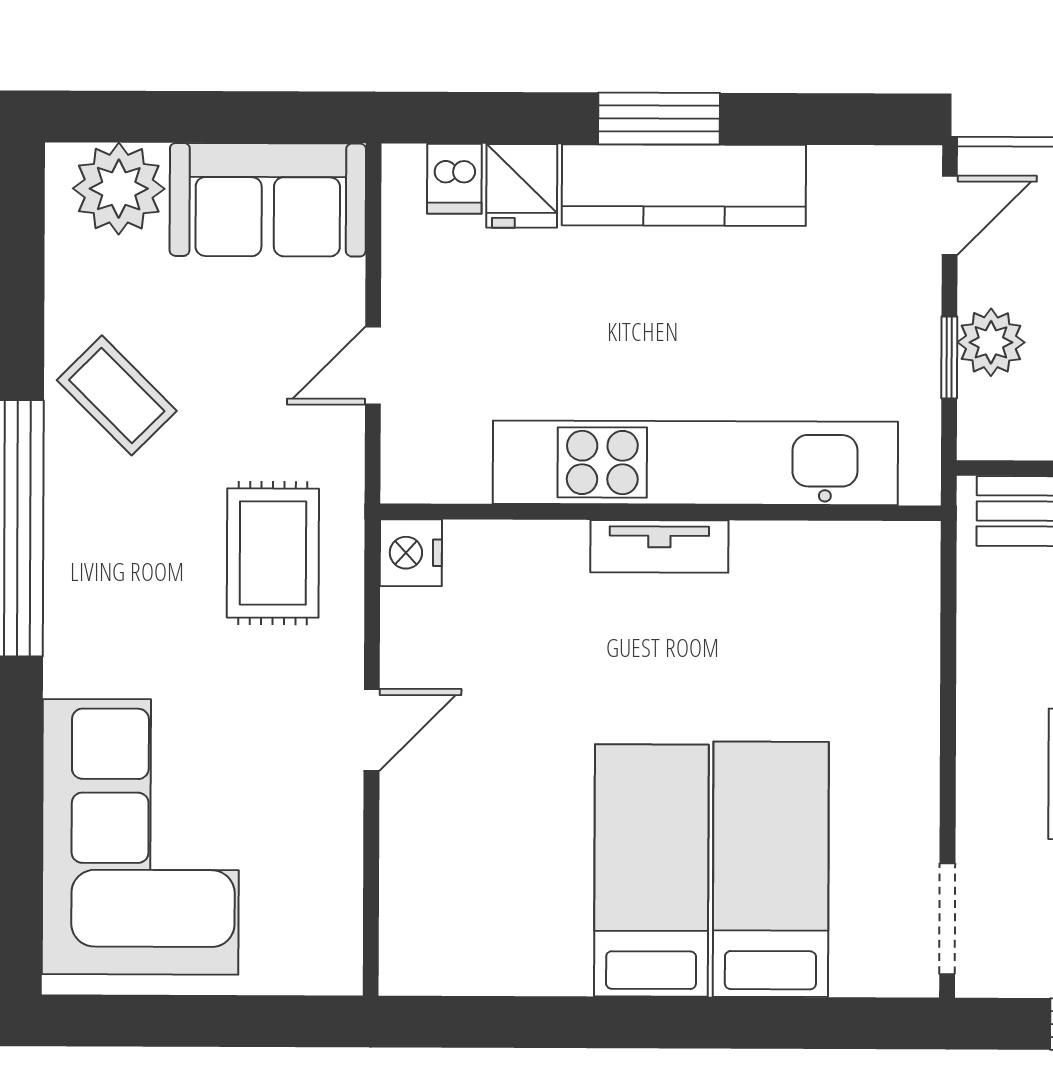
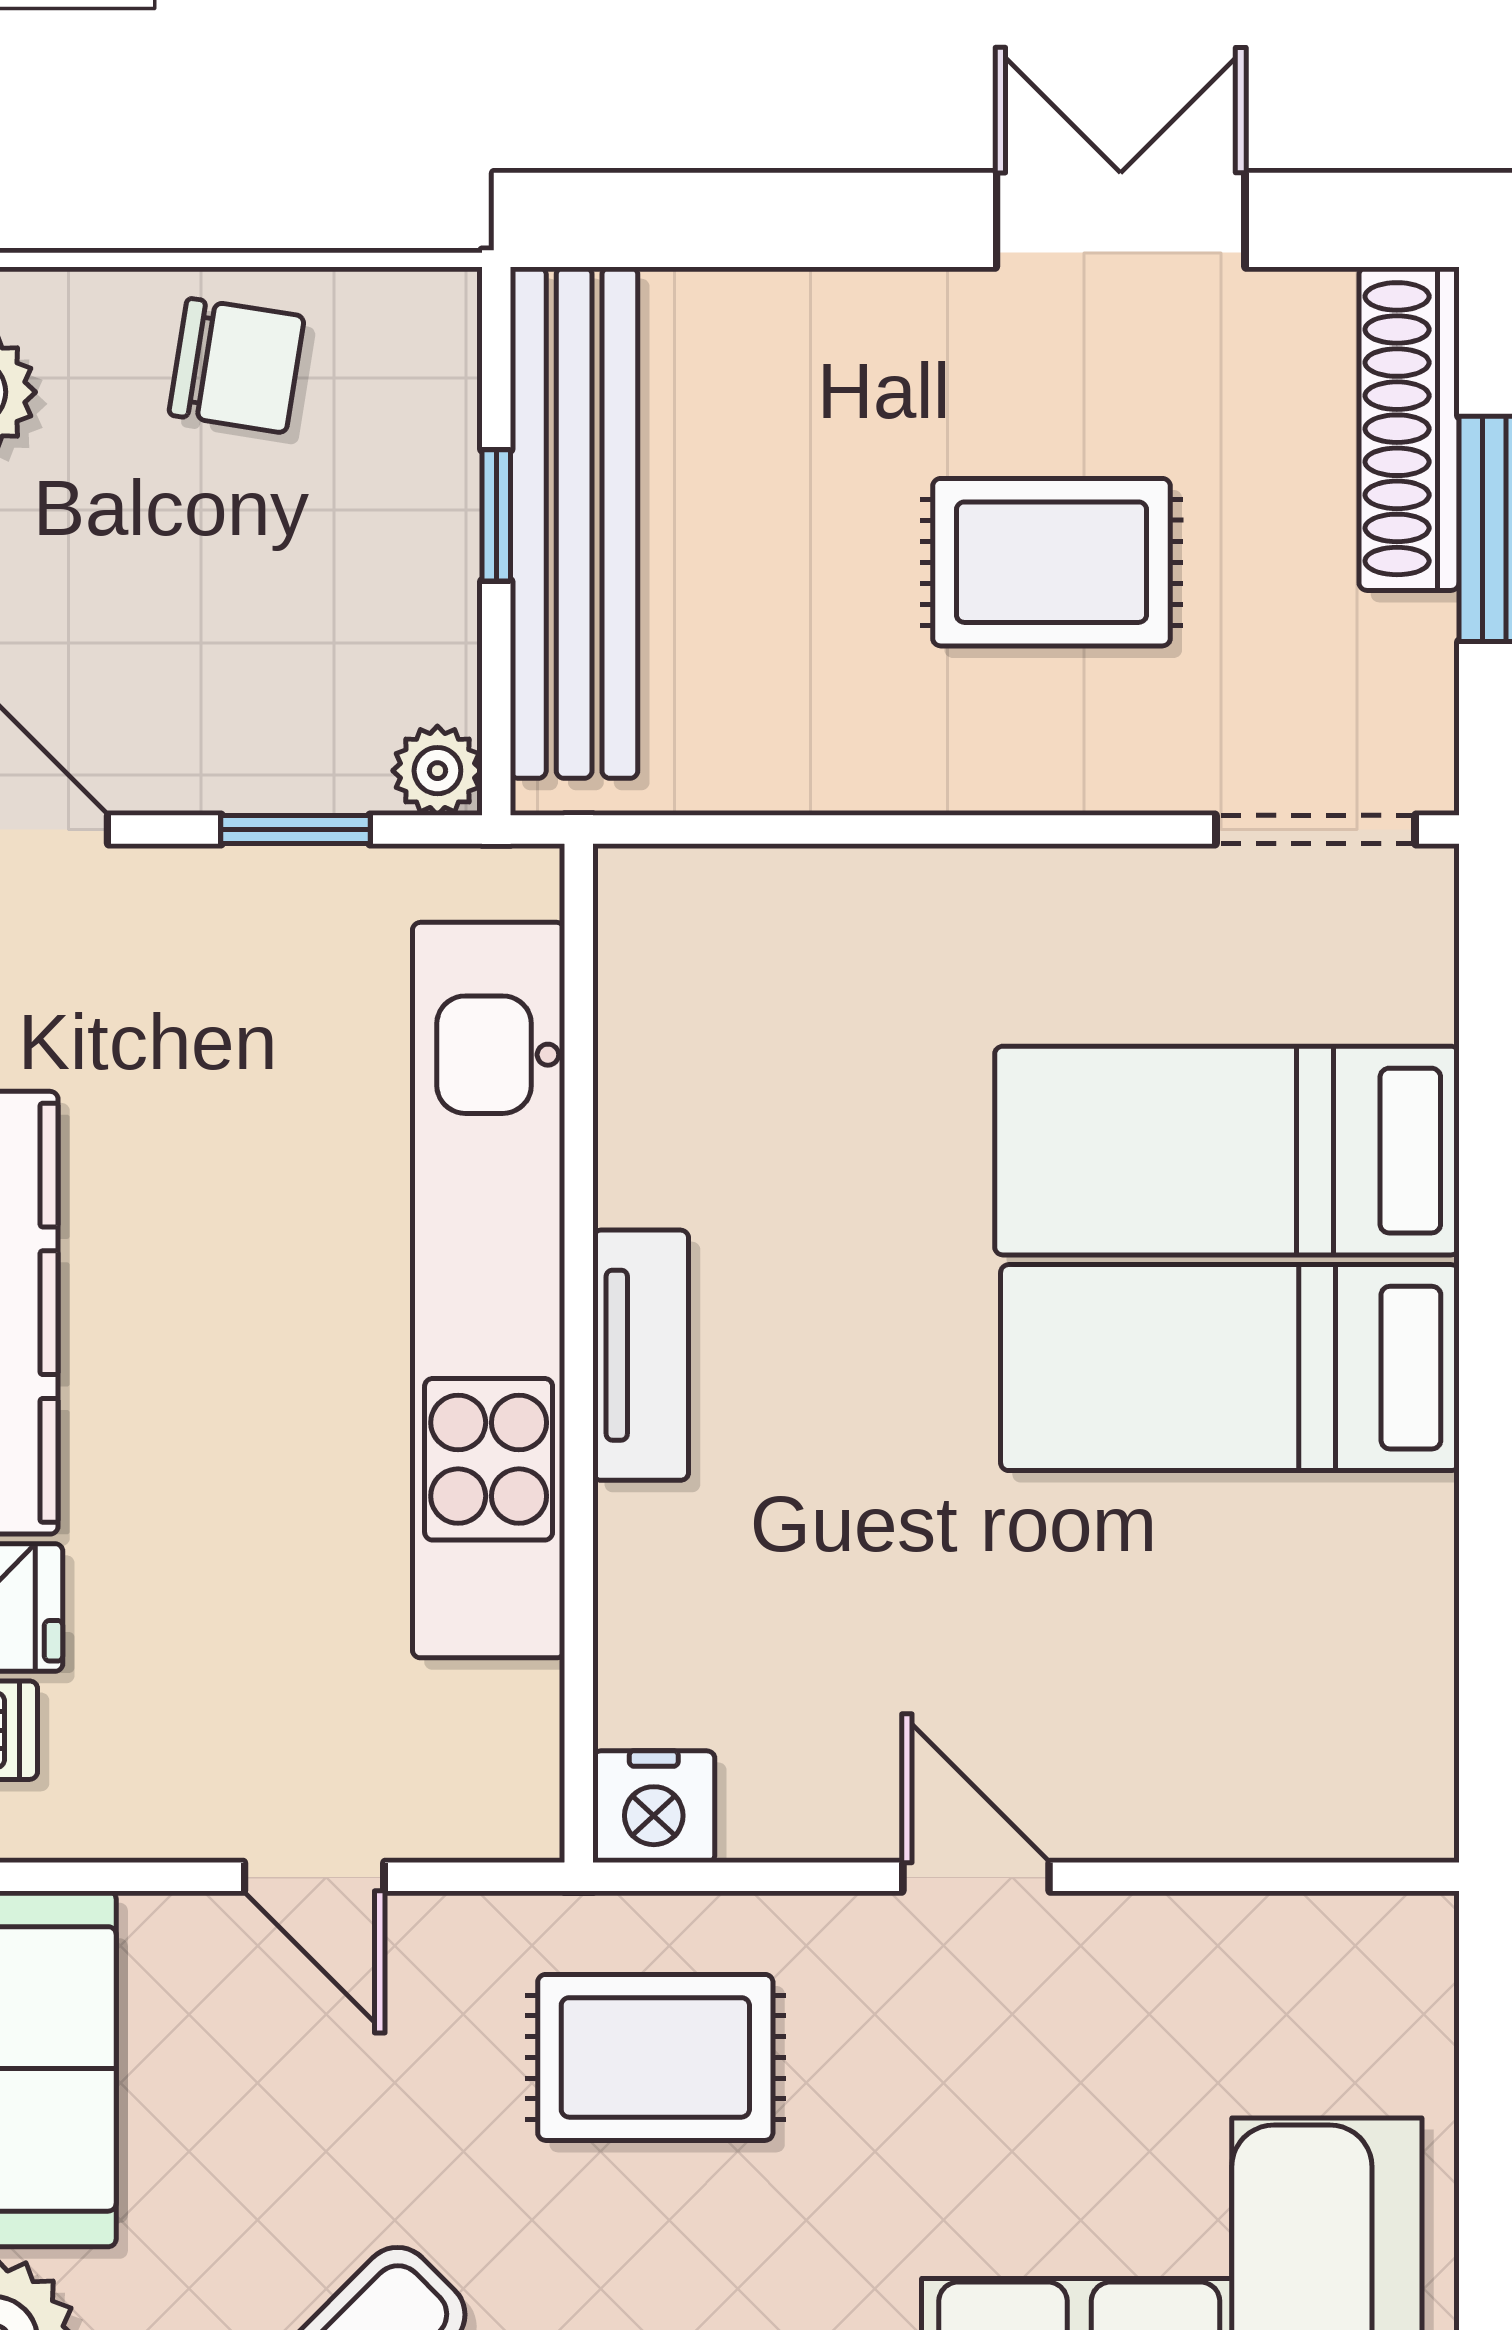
plant: (991, 342) -> (437, 771), moved, width x0.73, depth x0.73

